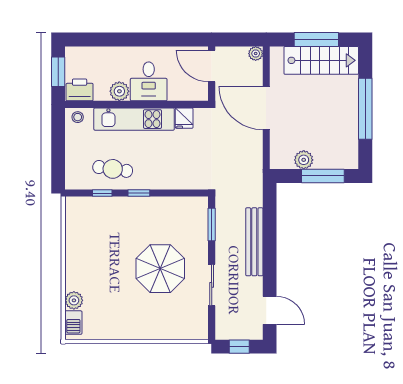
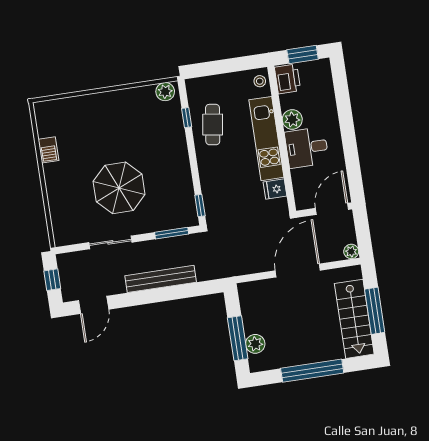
plant: (304, 160) -> (255, 344), moved
window: (139, 193) -> (200, 206), moved
plant: (74, 300) -> (165, 92), moved
barbecue: (73, 323) -> (48, 150), moved, turned -90

